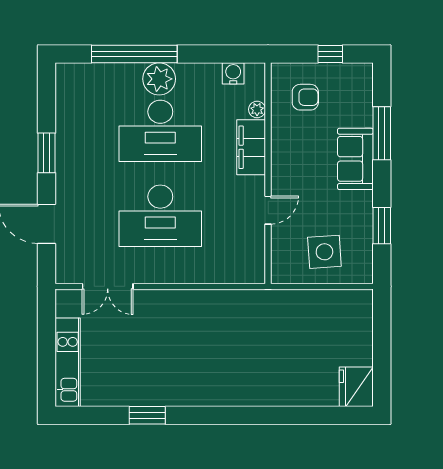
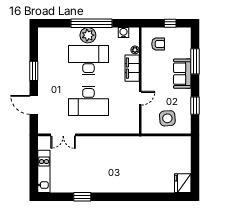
window: (134, 54) -> (92, 23), moved
desk: (160, 131) -> (88, 60), turned 180

